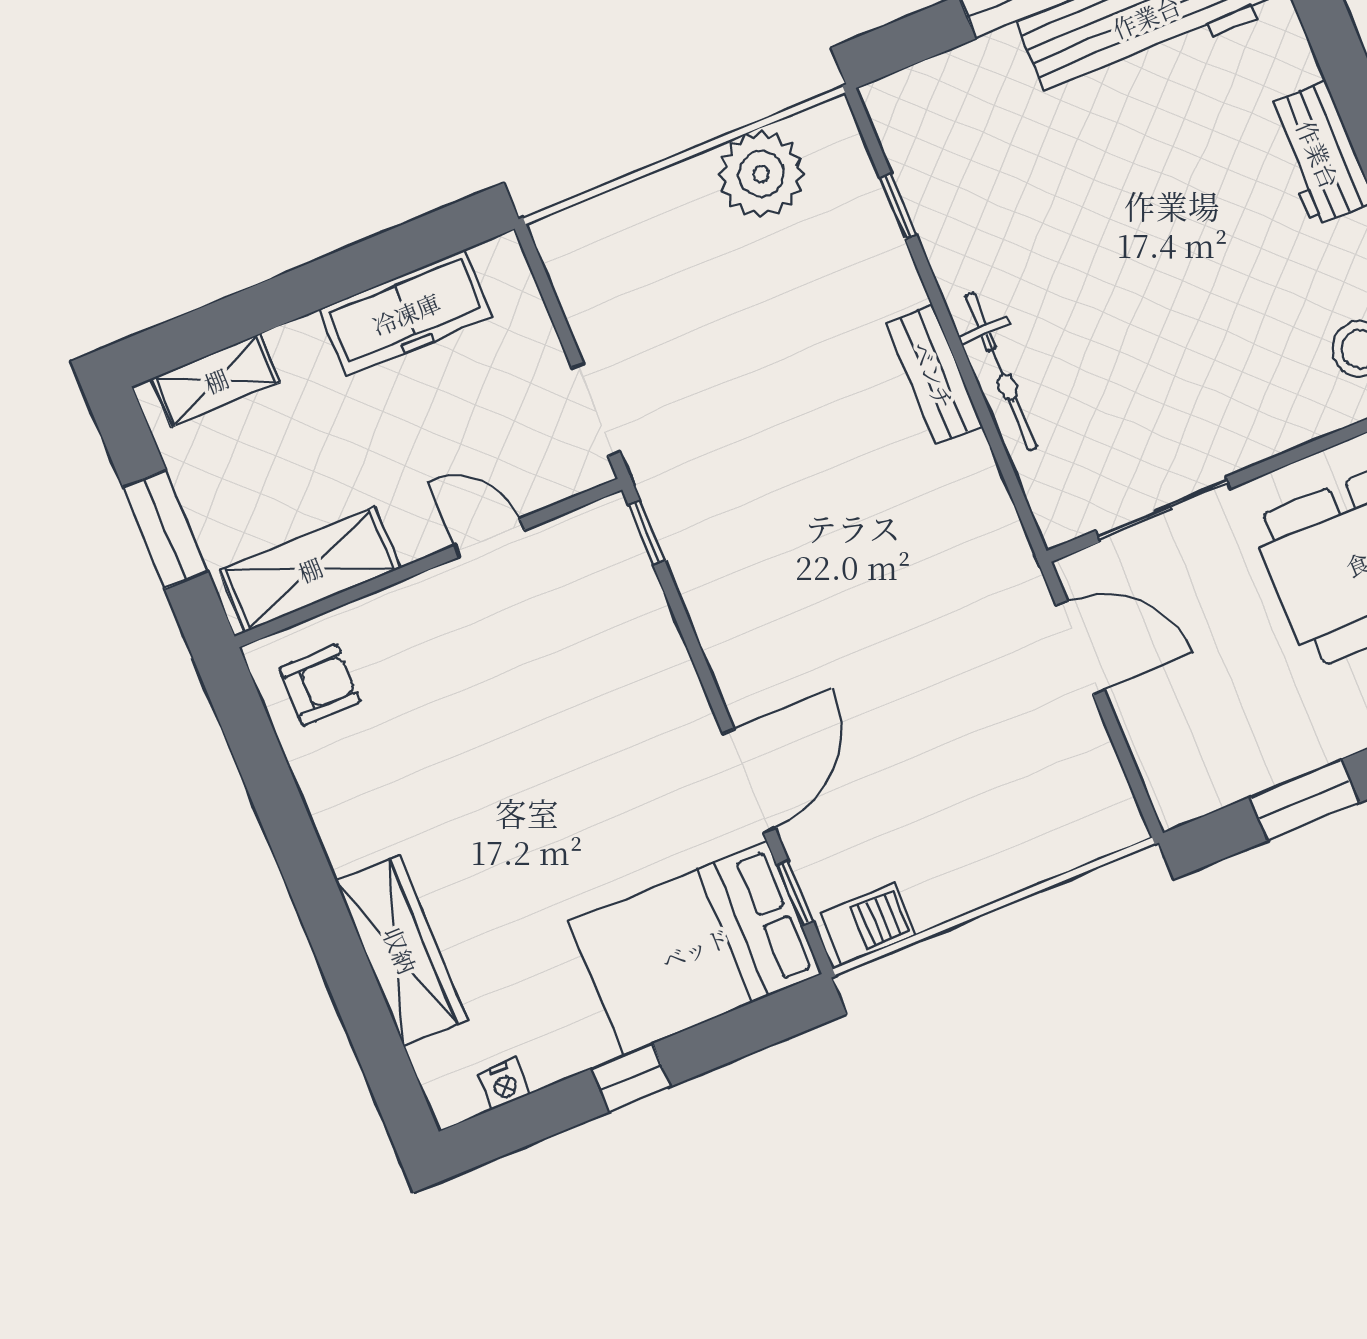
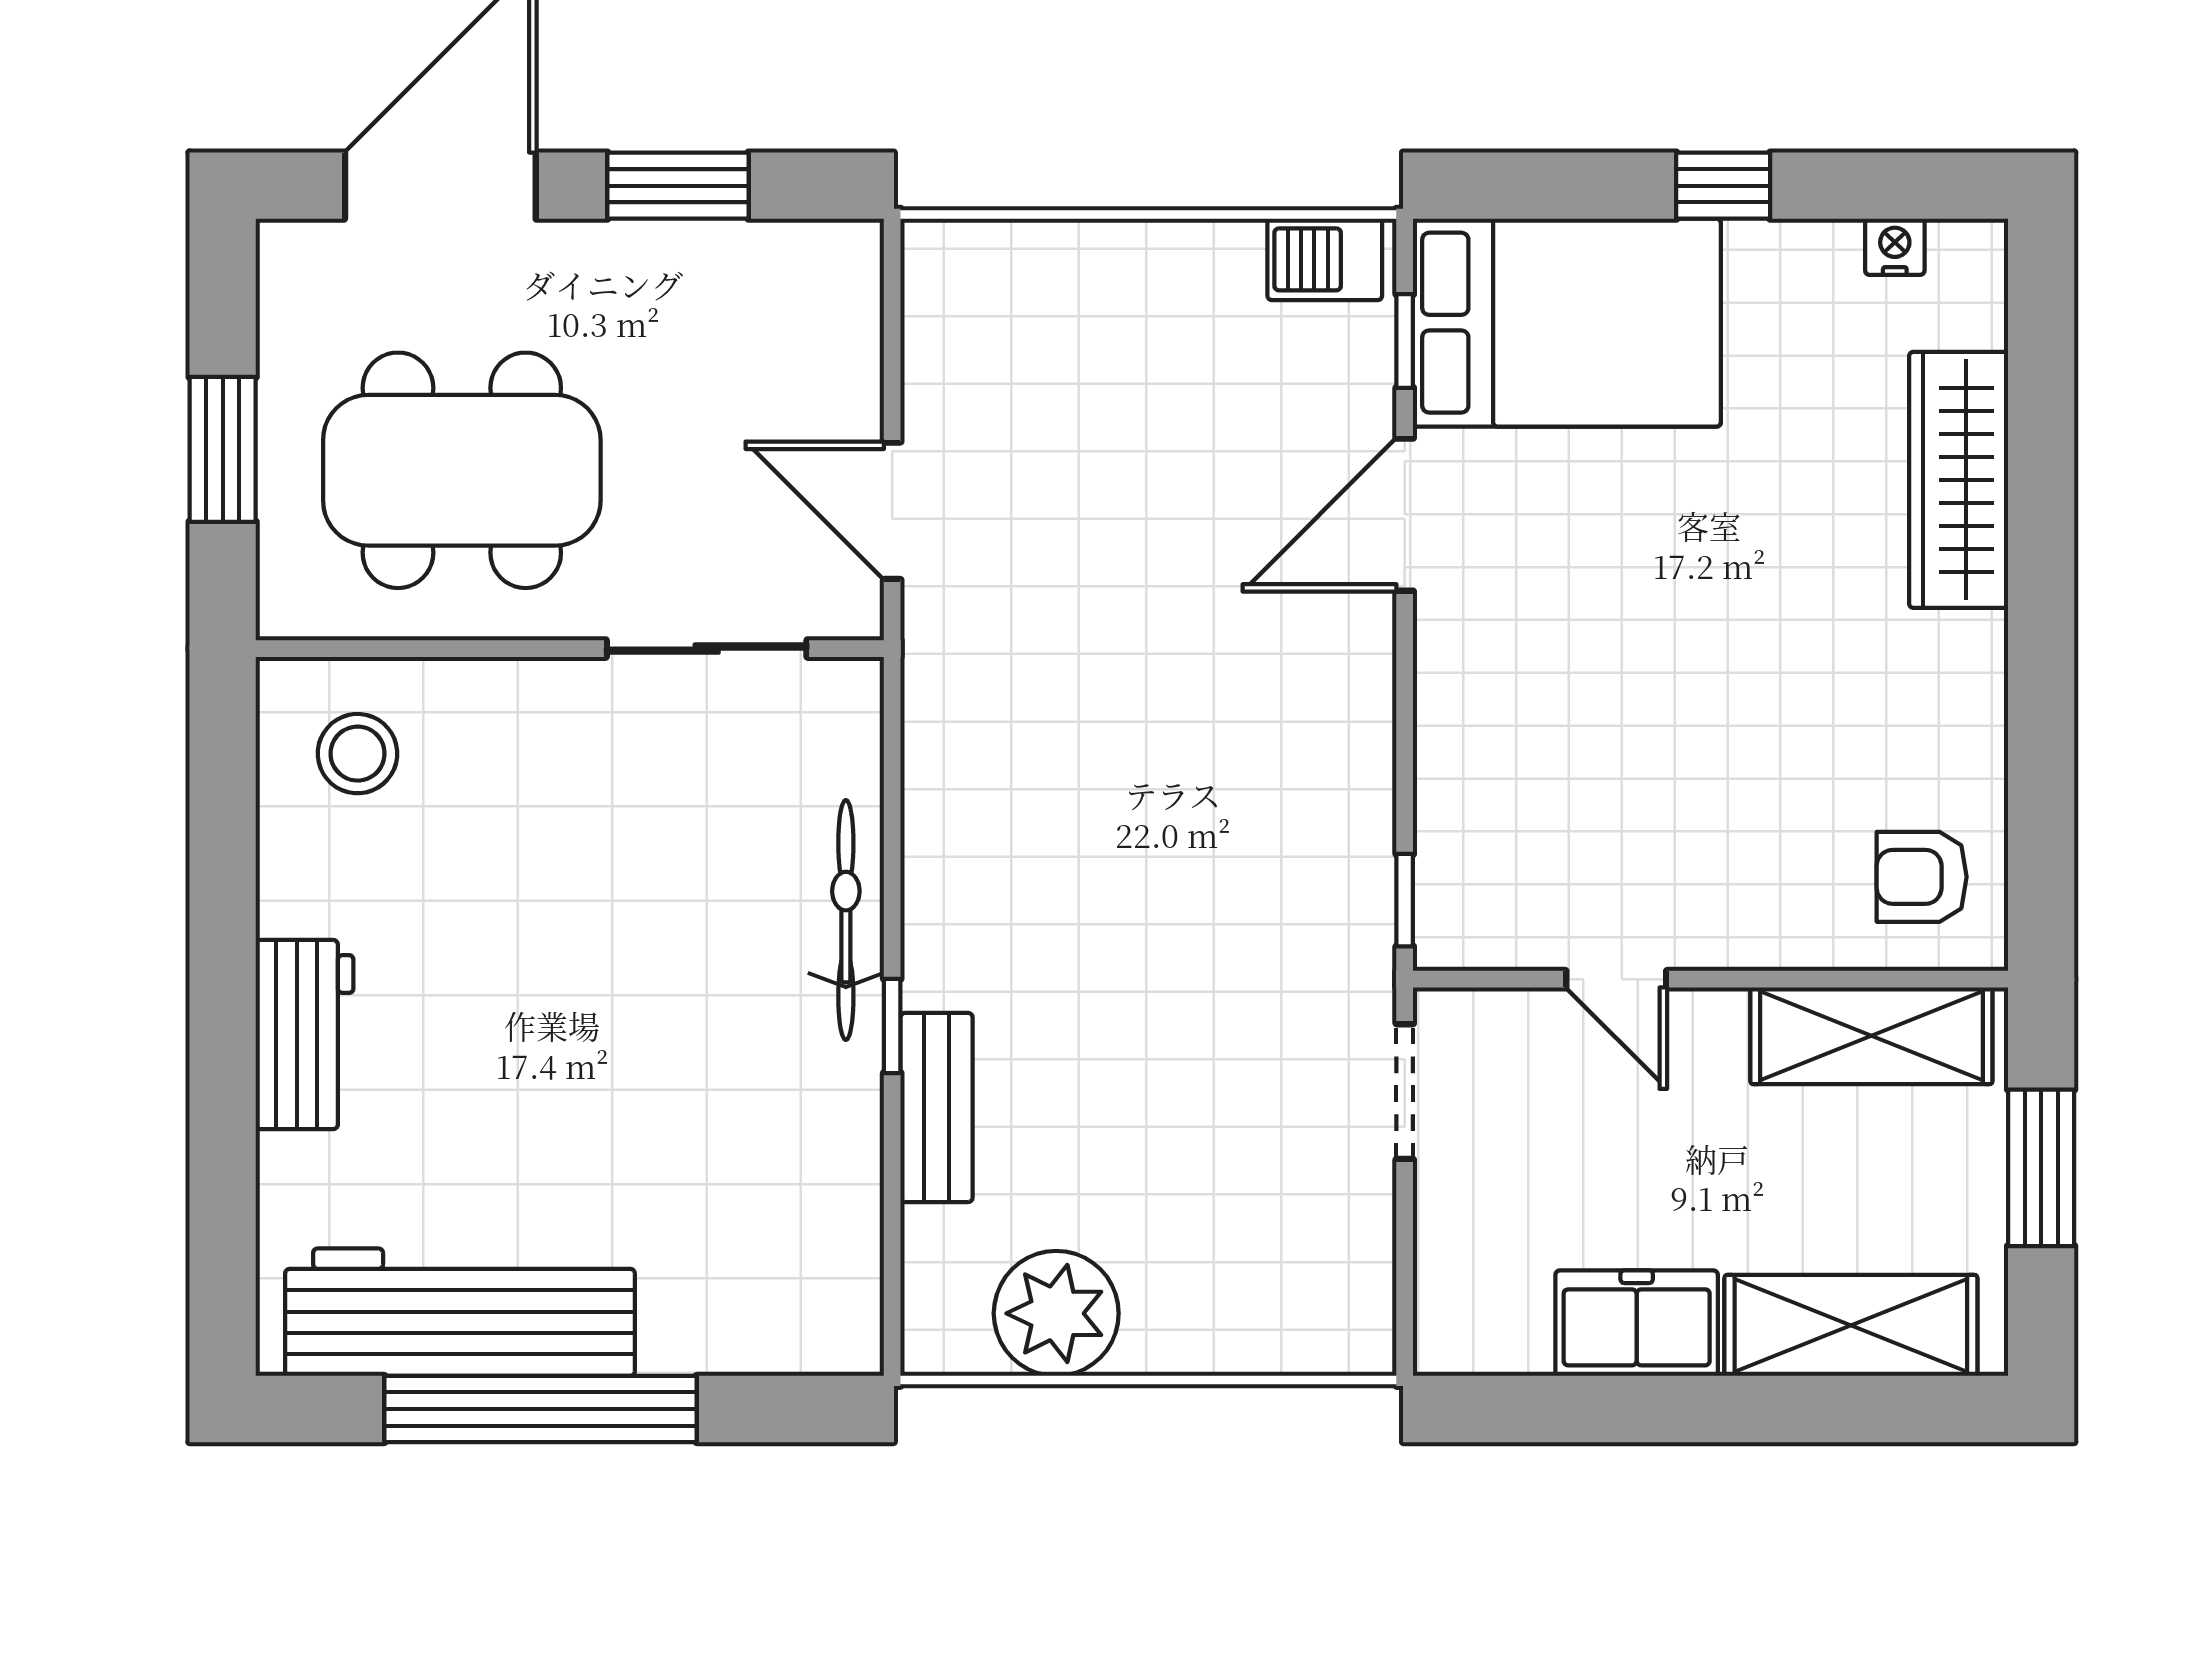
window: (898, 206) -> (892, 1026), moved
freezer: (406, 313) -> (1637, 1323), width x0.71
bench: (934, 375) -> (937, 1107), moved
shelving: (216, 380) -> (1851, 1325), width x1.50, depth x1.33

